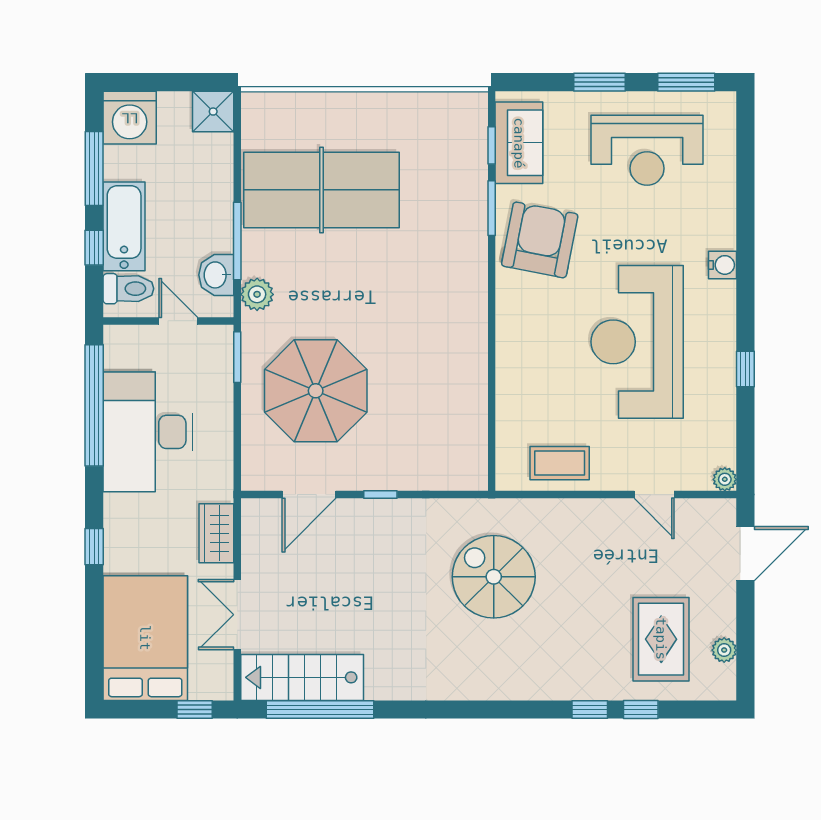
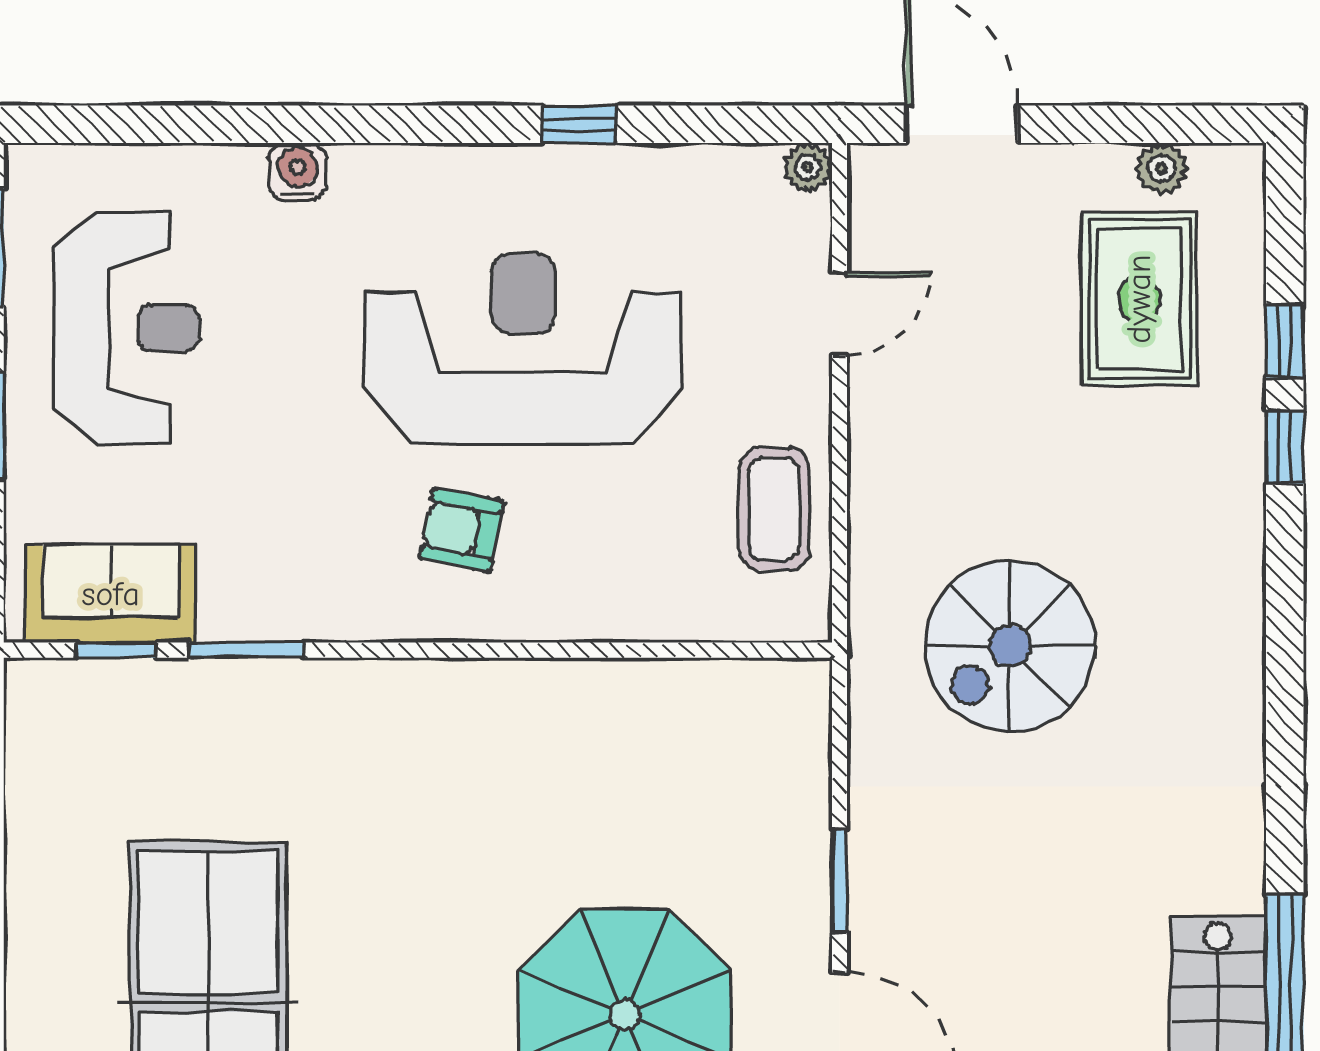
armchair: (540, 240) -> (462, 530), moved, width x0.53, depth x0.53
water cooler: (723, 265) -> (297, 172), moved
reception desk: (637, 342) -> (523, 349), turned 180
window: (380, 495) -> (839, 881), width x1.50
rug: (661, 639) -> (1139, 299), turned 90

